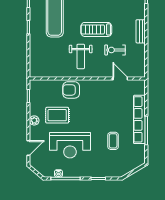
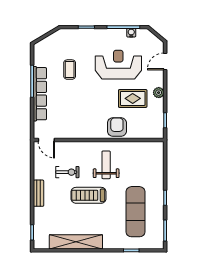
treadmill: (96, 29) -> (89, 195), turned 180
door: (120, 78) -> (46, 140), moved
armchair: (71, 90) -> (117, 127), turned -90

